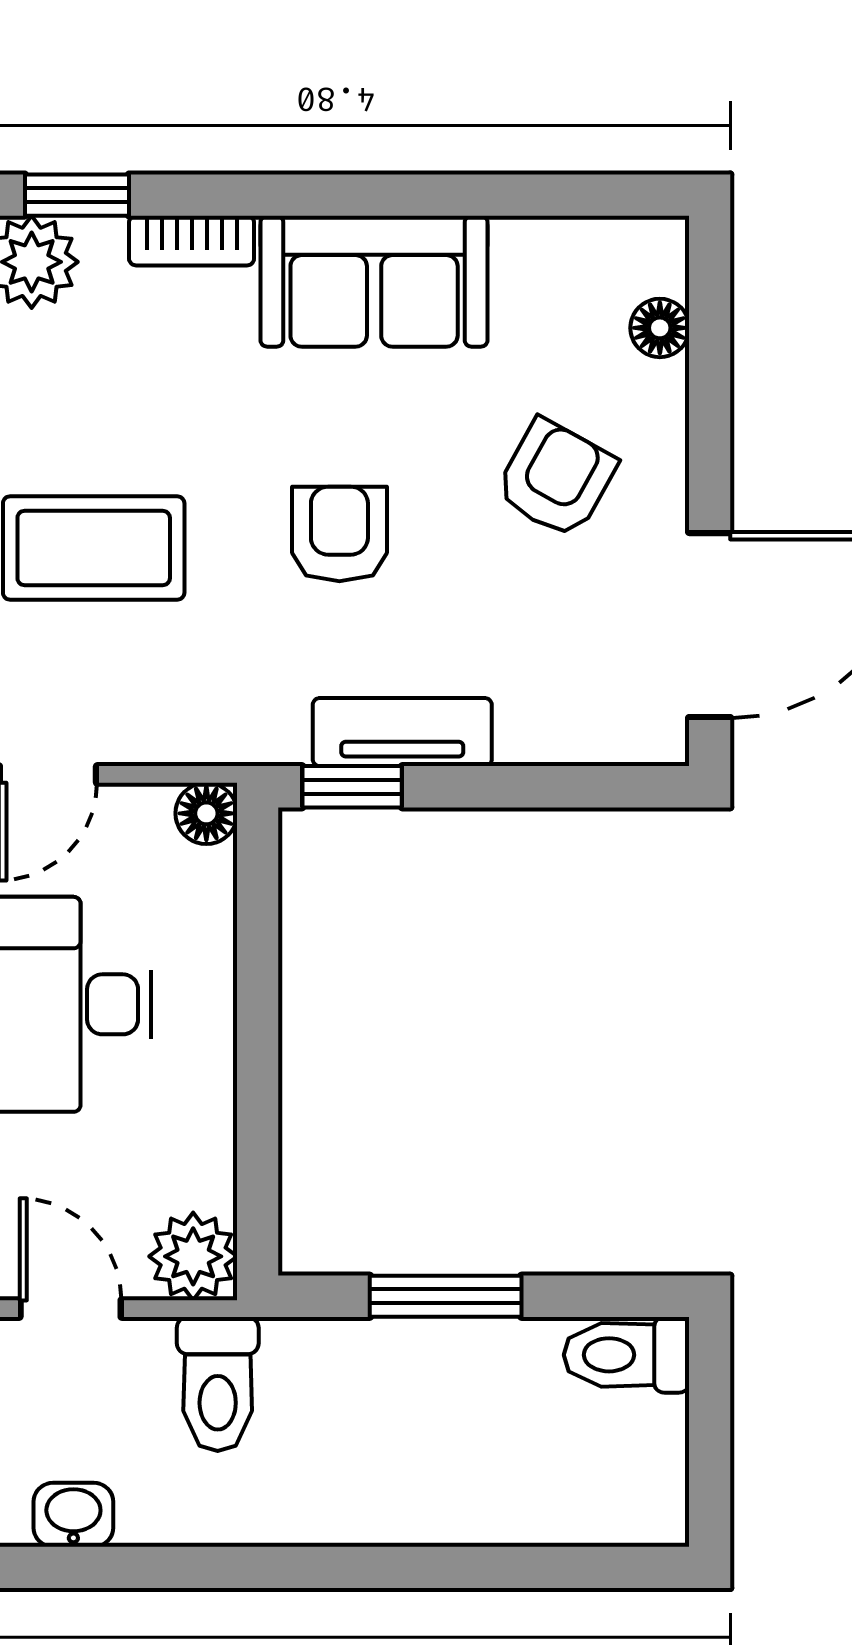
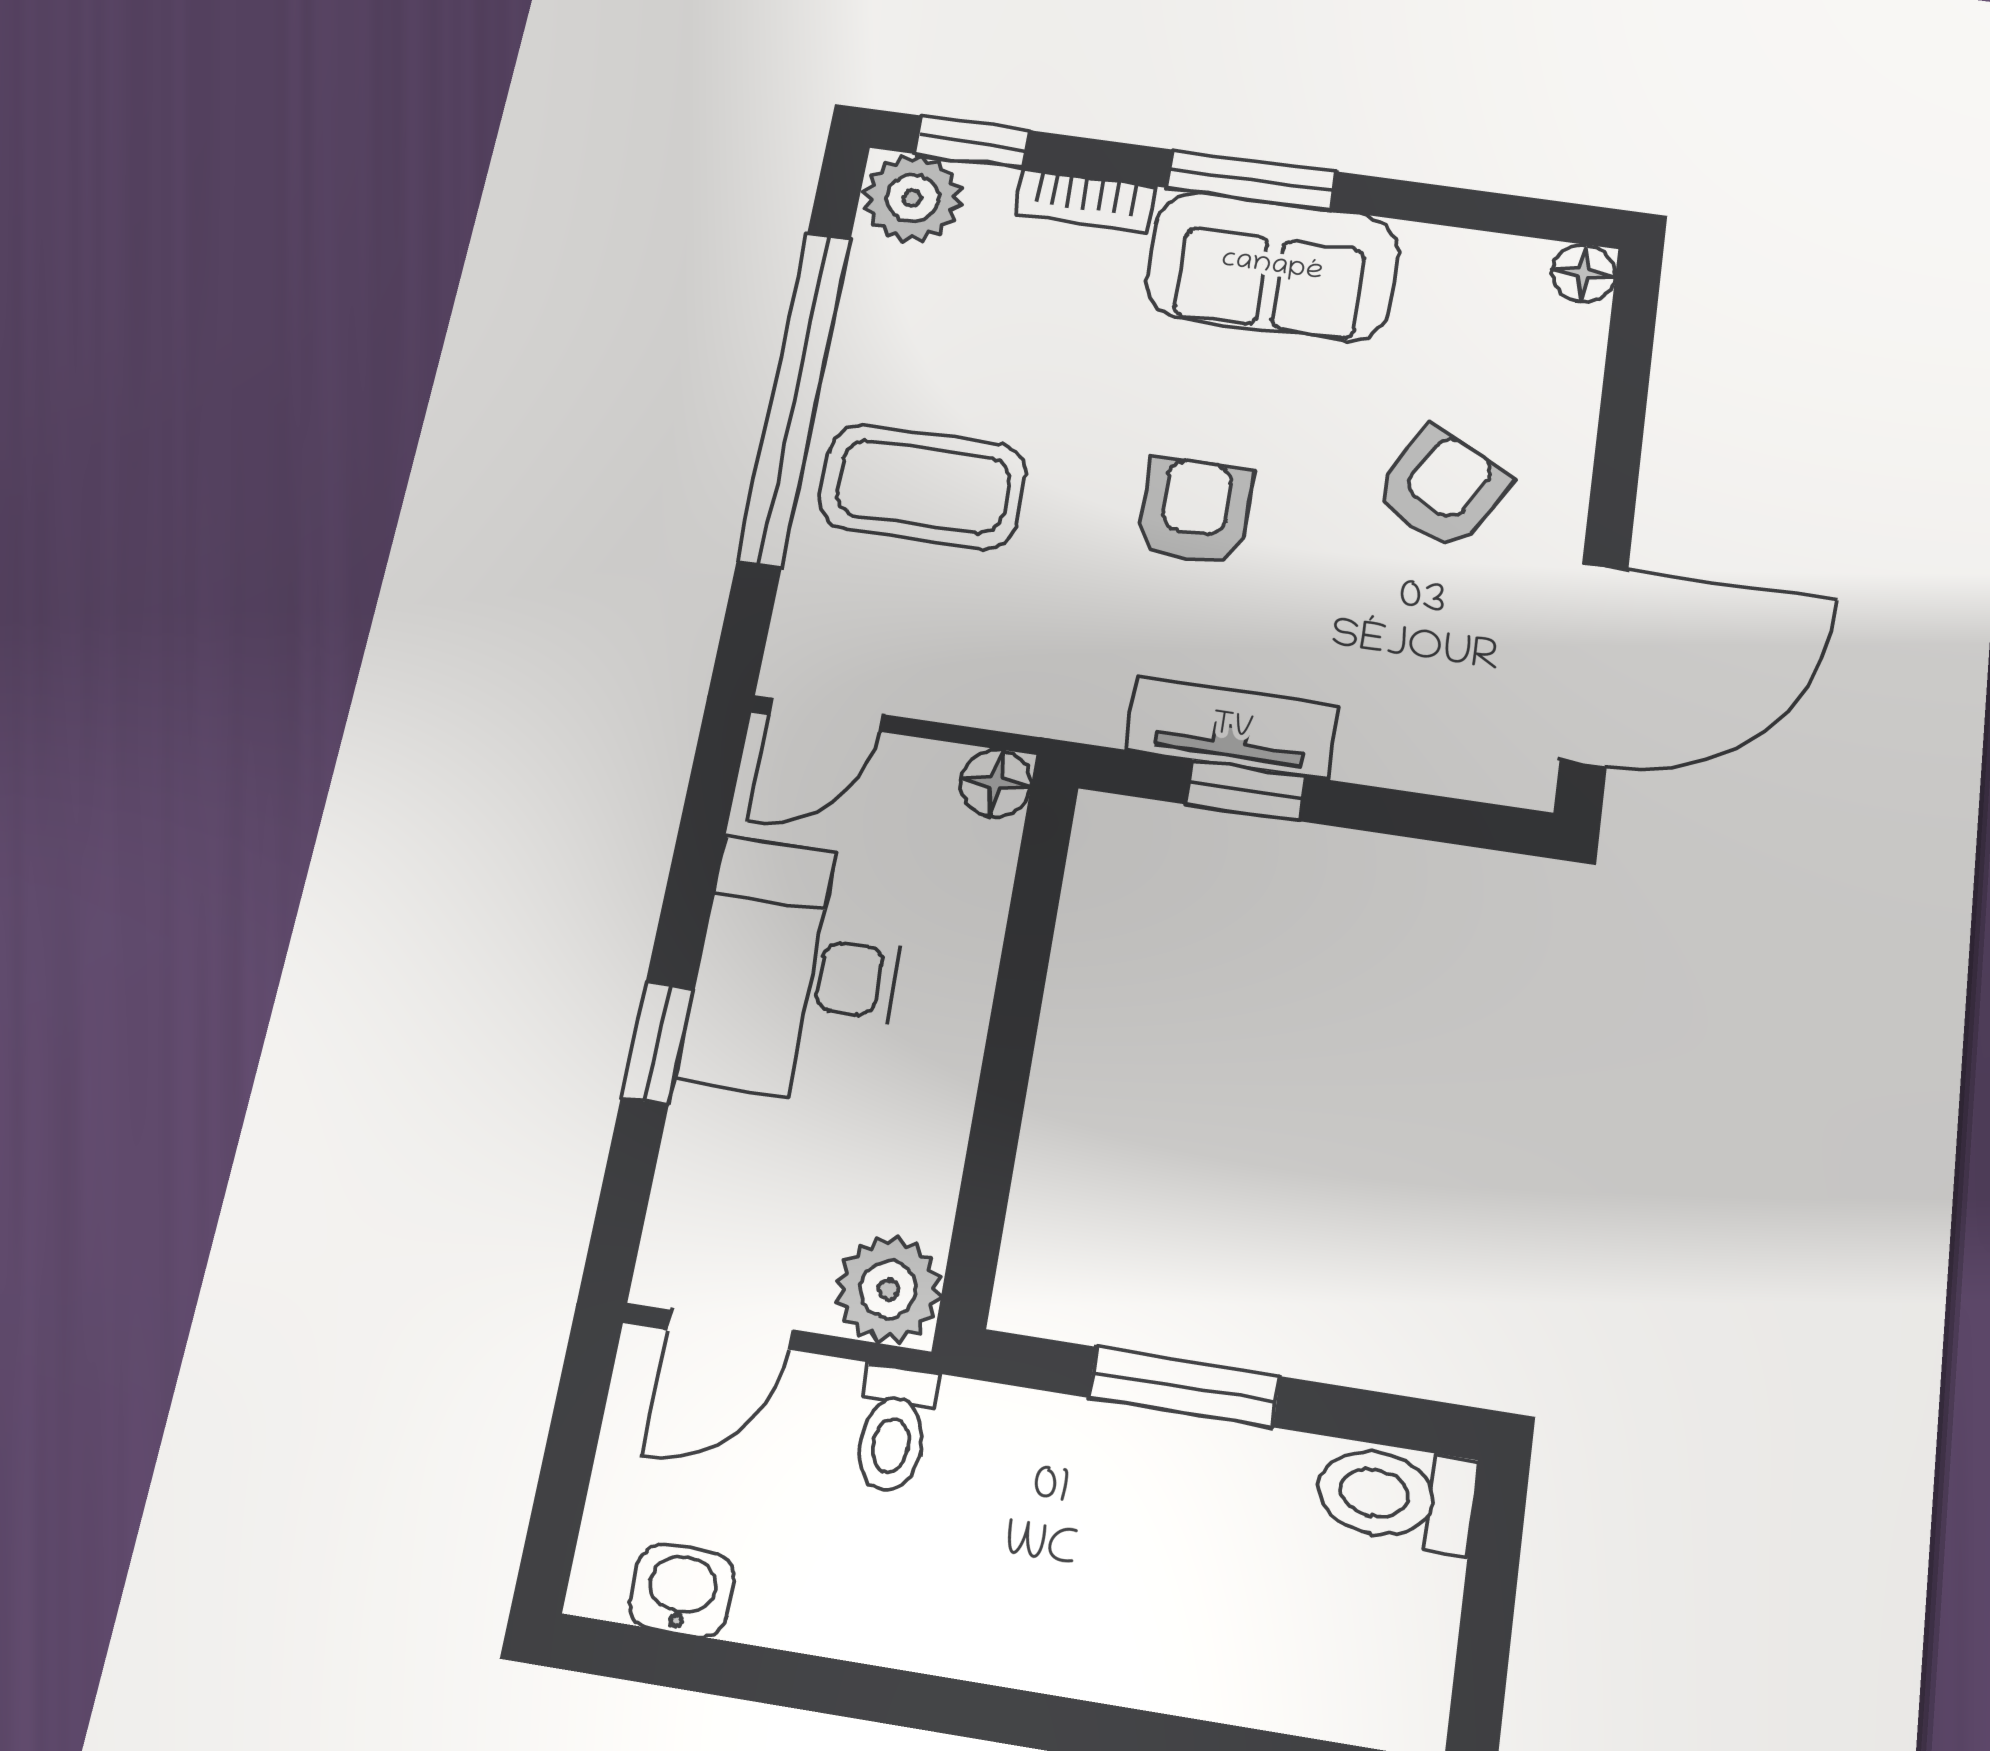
window: (342, 195) -> (1251, 180), added
floor lamp: (660, 328) -> (1584, 273), moved
window: (352, 787) -> (1245, 790), moved
door: (71, 1309) -> (730, 1330), swing flipped
toilet: (218, 1384) -> (894, 1429), width x0.73, depth x0.72

